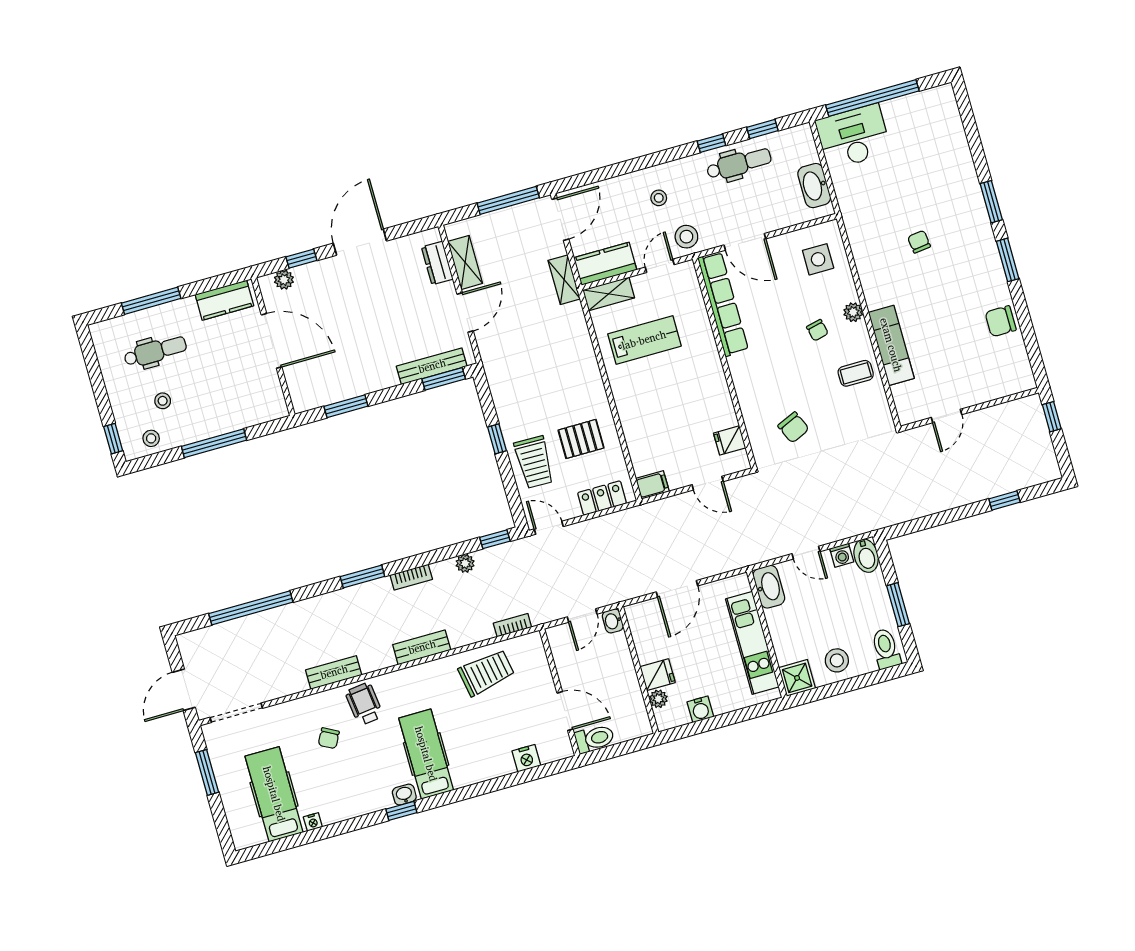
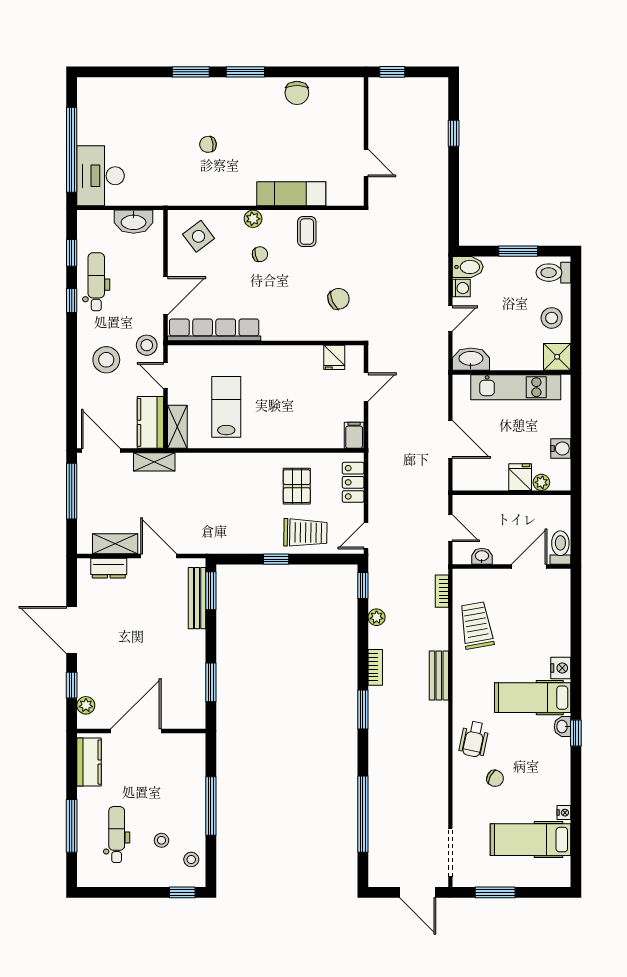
stool: (659, 198) -> (106, 360), width x1.89, depth x1.89
side table: (818, 259) -> (199, 236), turned -37
washbasin: (613, 621) -> (482, 556), moved, turned 180
bench: (334, 672) -> (439, 758), removed
wheelchair: (364, 704) -> (474, 739), turned -71
nightstand: (526, 758) -> (561, 668), moved

